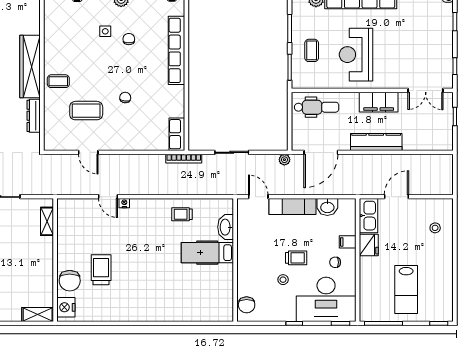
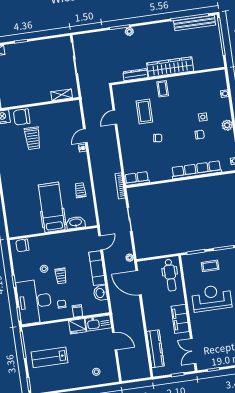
kitchen counter: (376, 142) -> (155, 349), moved
hospital bed: (207, 253) -> (52, 207), width x1.37, depth x1.29
trolley: (101, 270) -> (33, 138), turned 90

